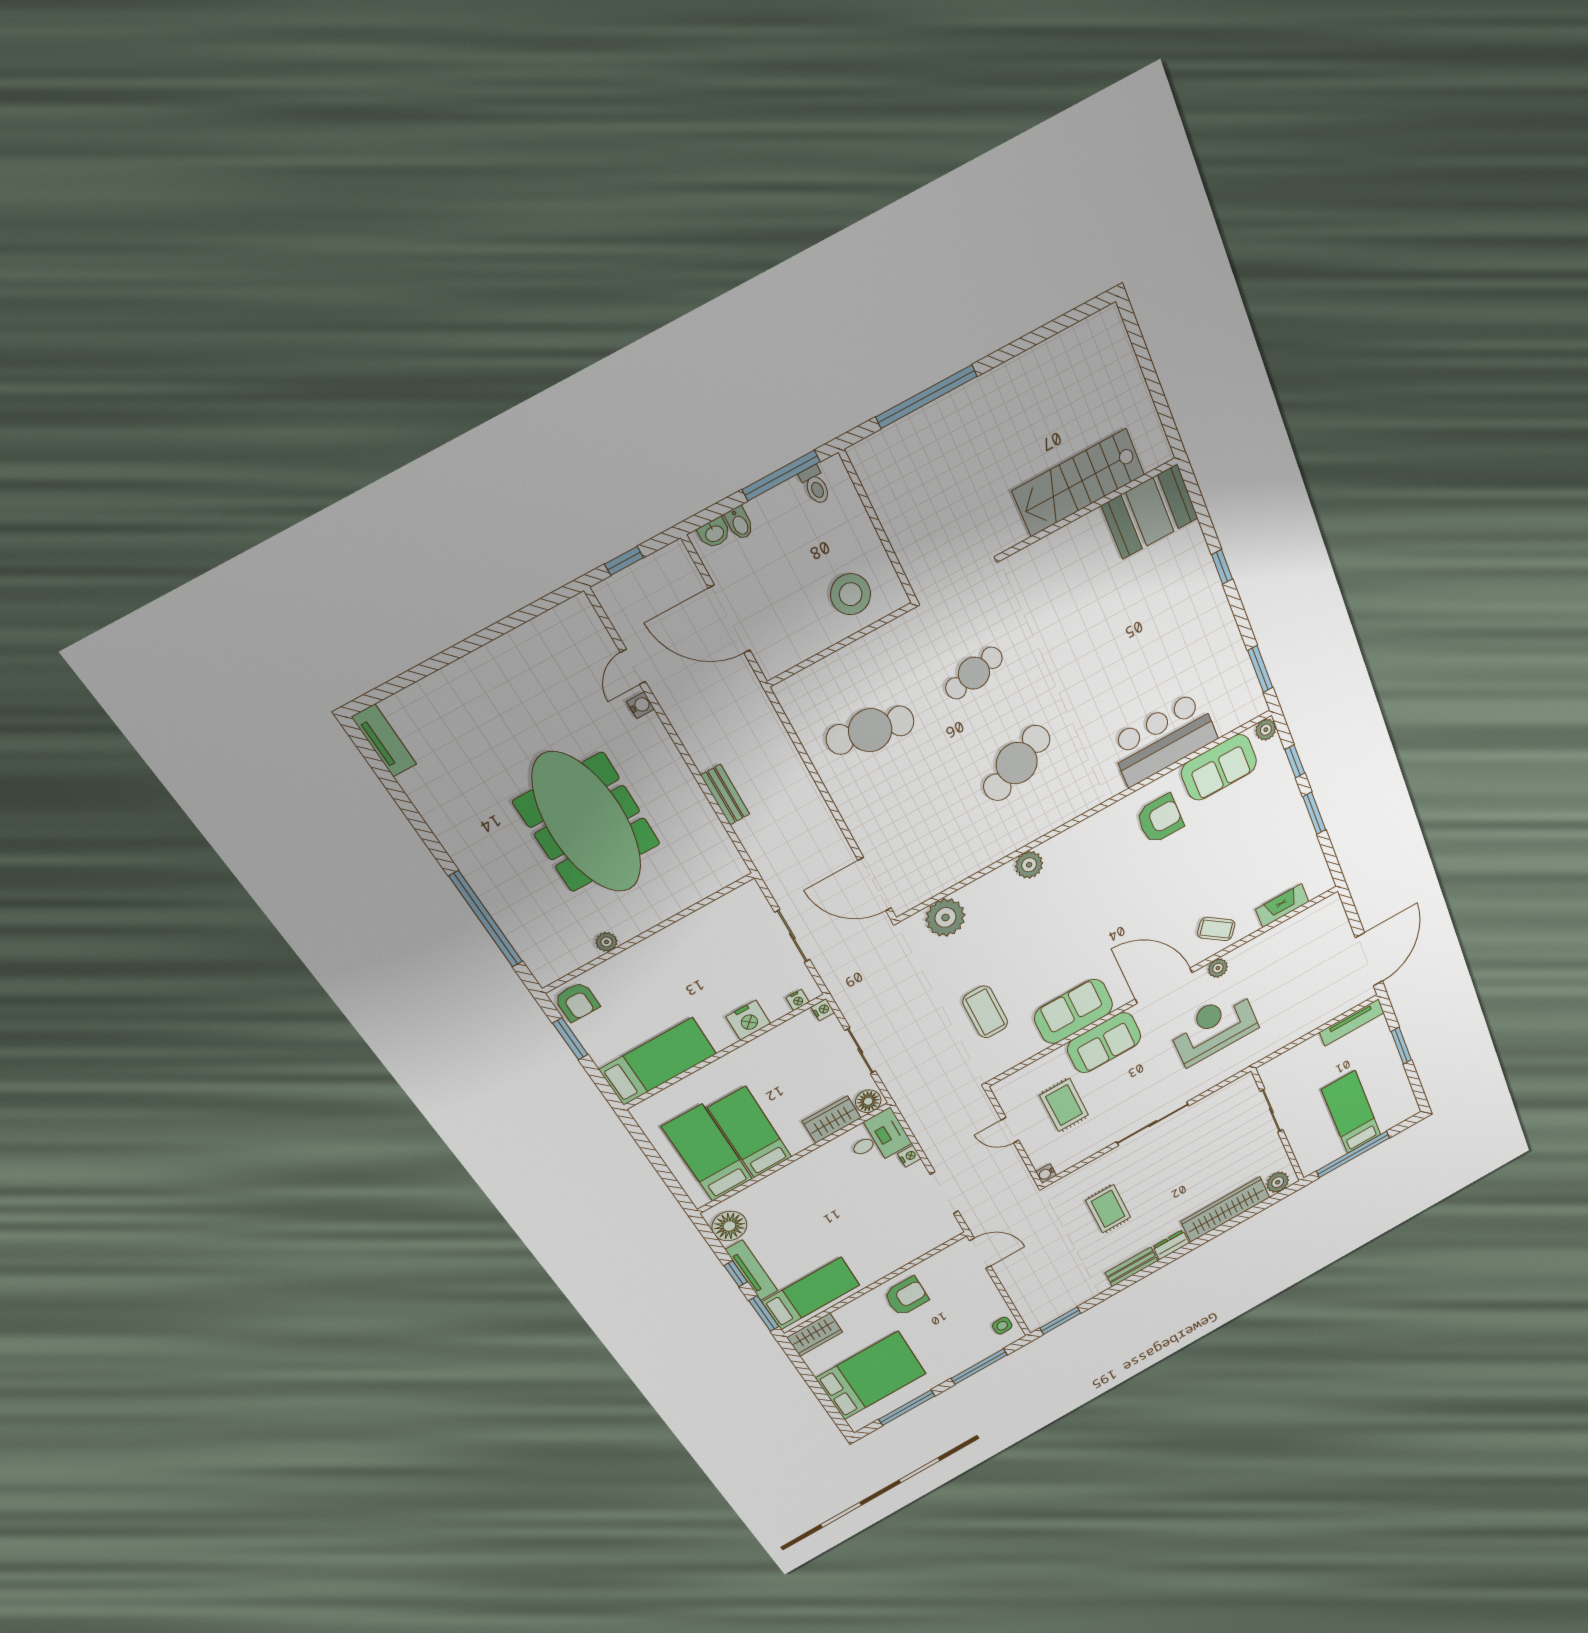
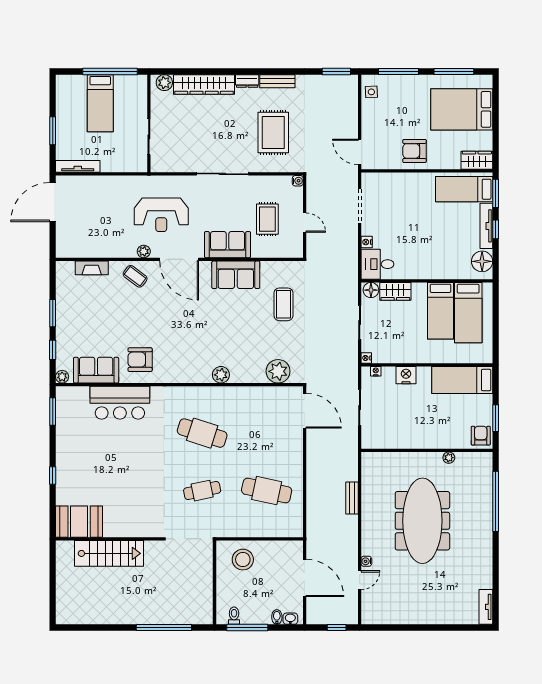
cafe table: (1017, 763) -> (202, 433), turned 42
rug: (1108, 1209) -> (273, 133), width x1.36, depth x1.43

